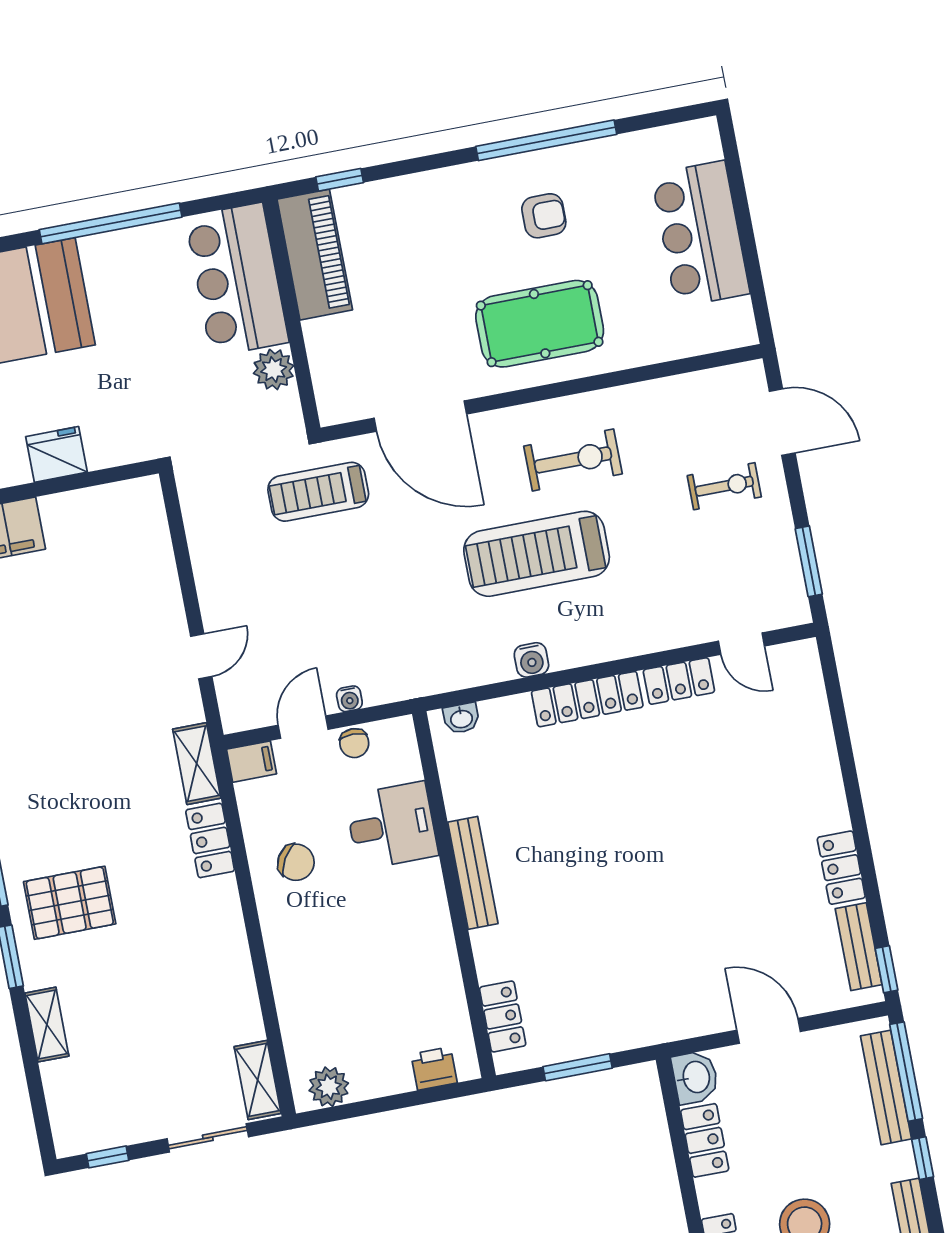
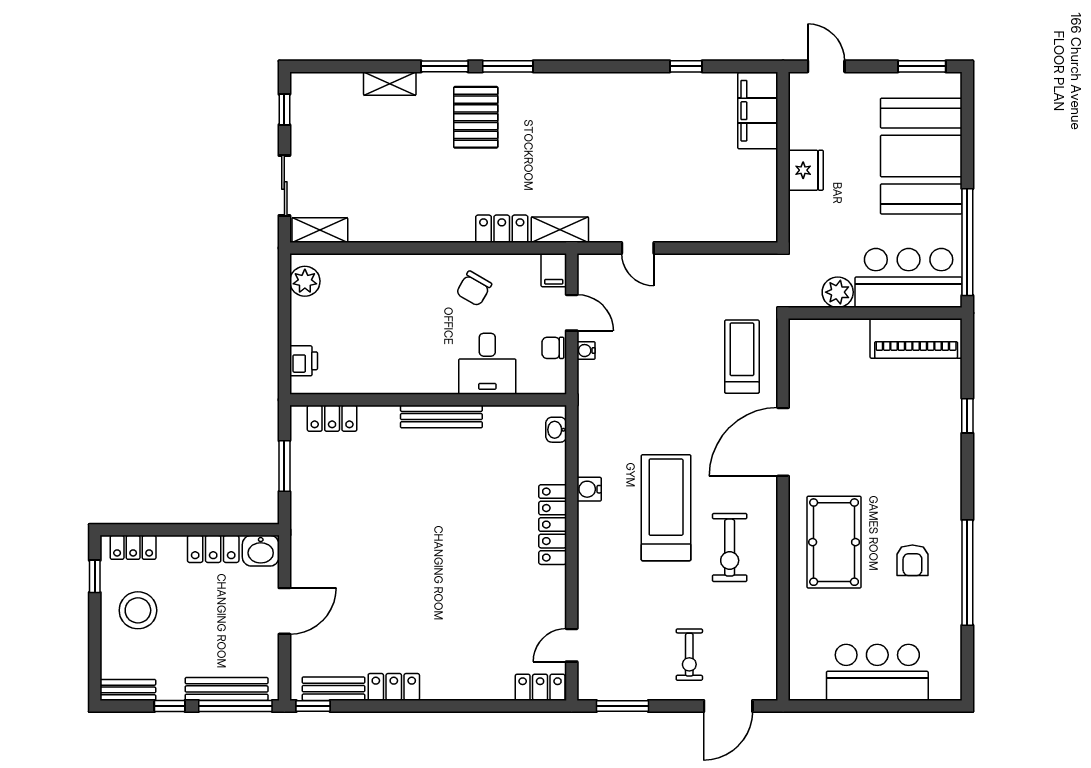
piano: (315, 255) -> (916, 338), moved
bar counter: (237, 280) -> (909, 278), moved
wall: (292, 315) -> (875, 313), moved
plant: (274, 369) -> (838, 292), moved
locker: (679, 681) -> (540, 687), moved, turned 90

